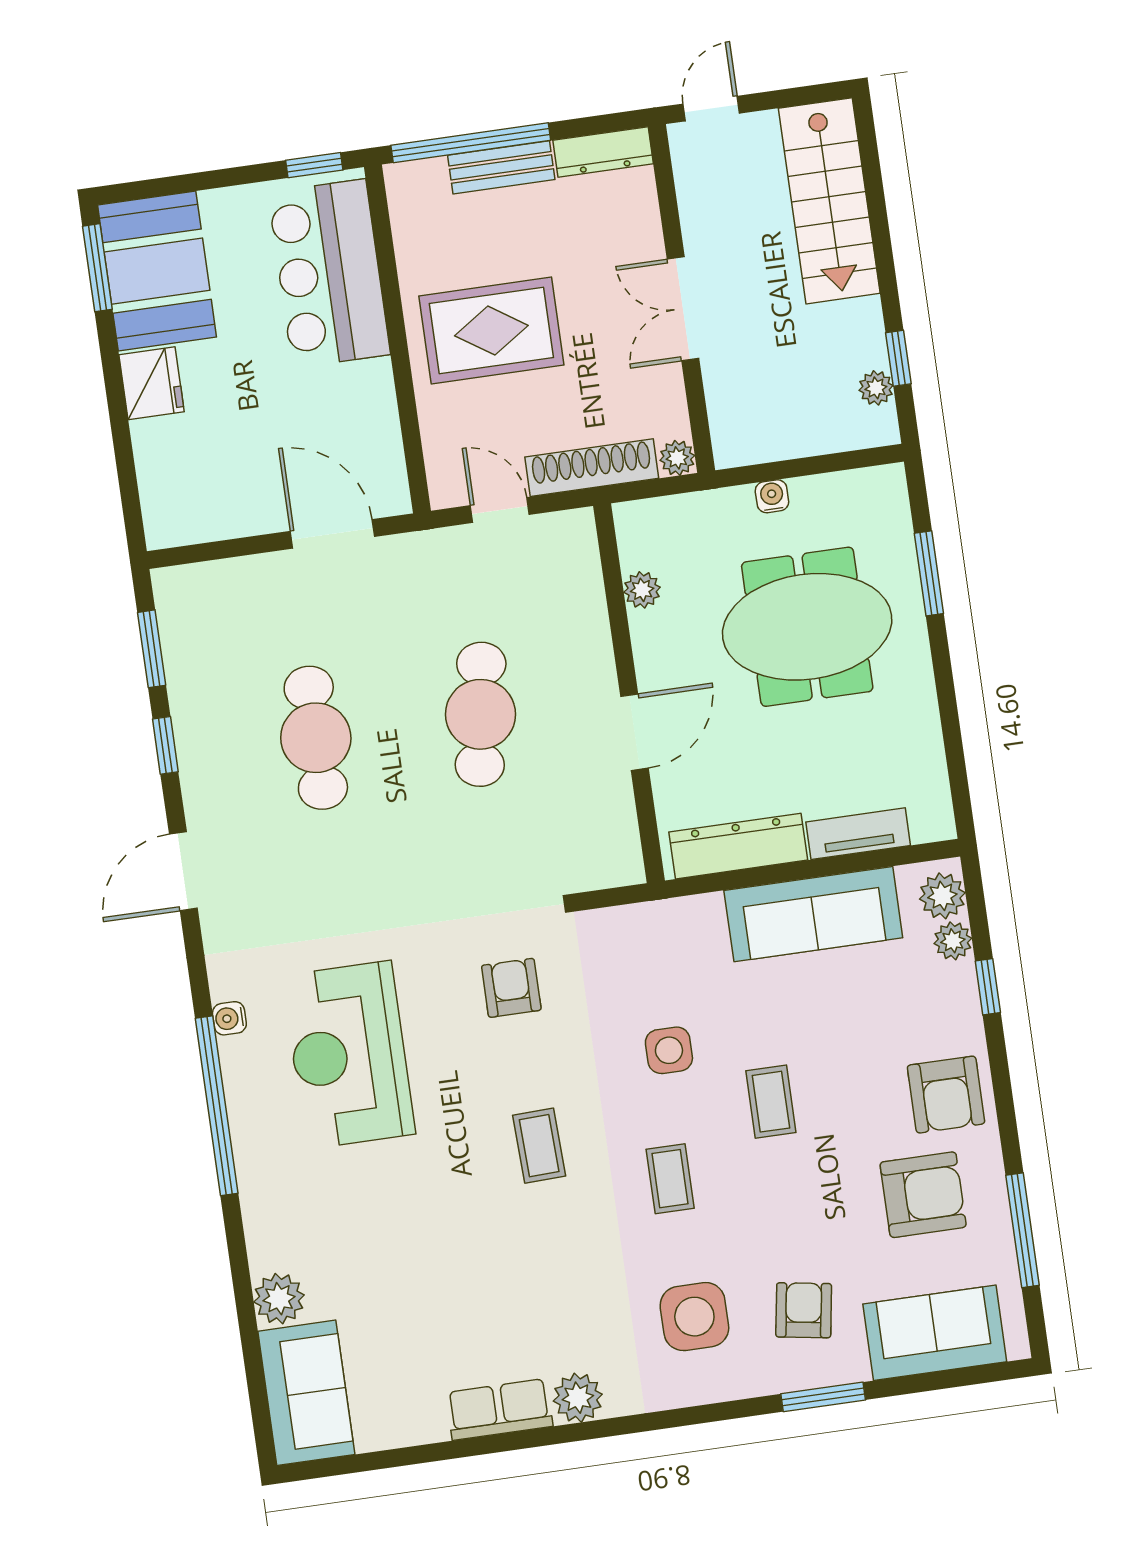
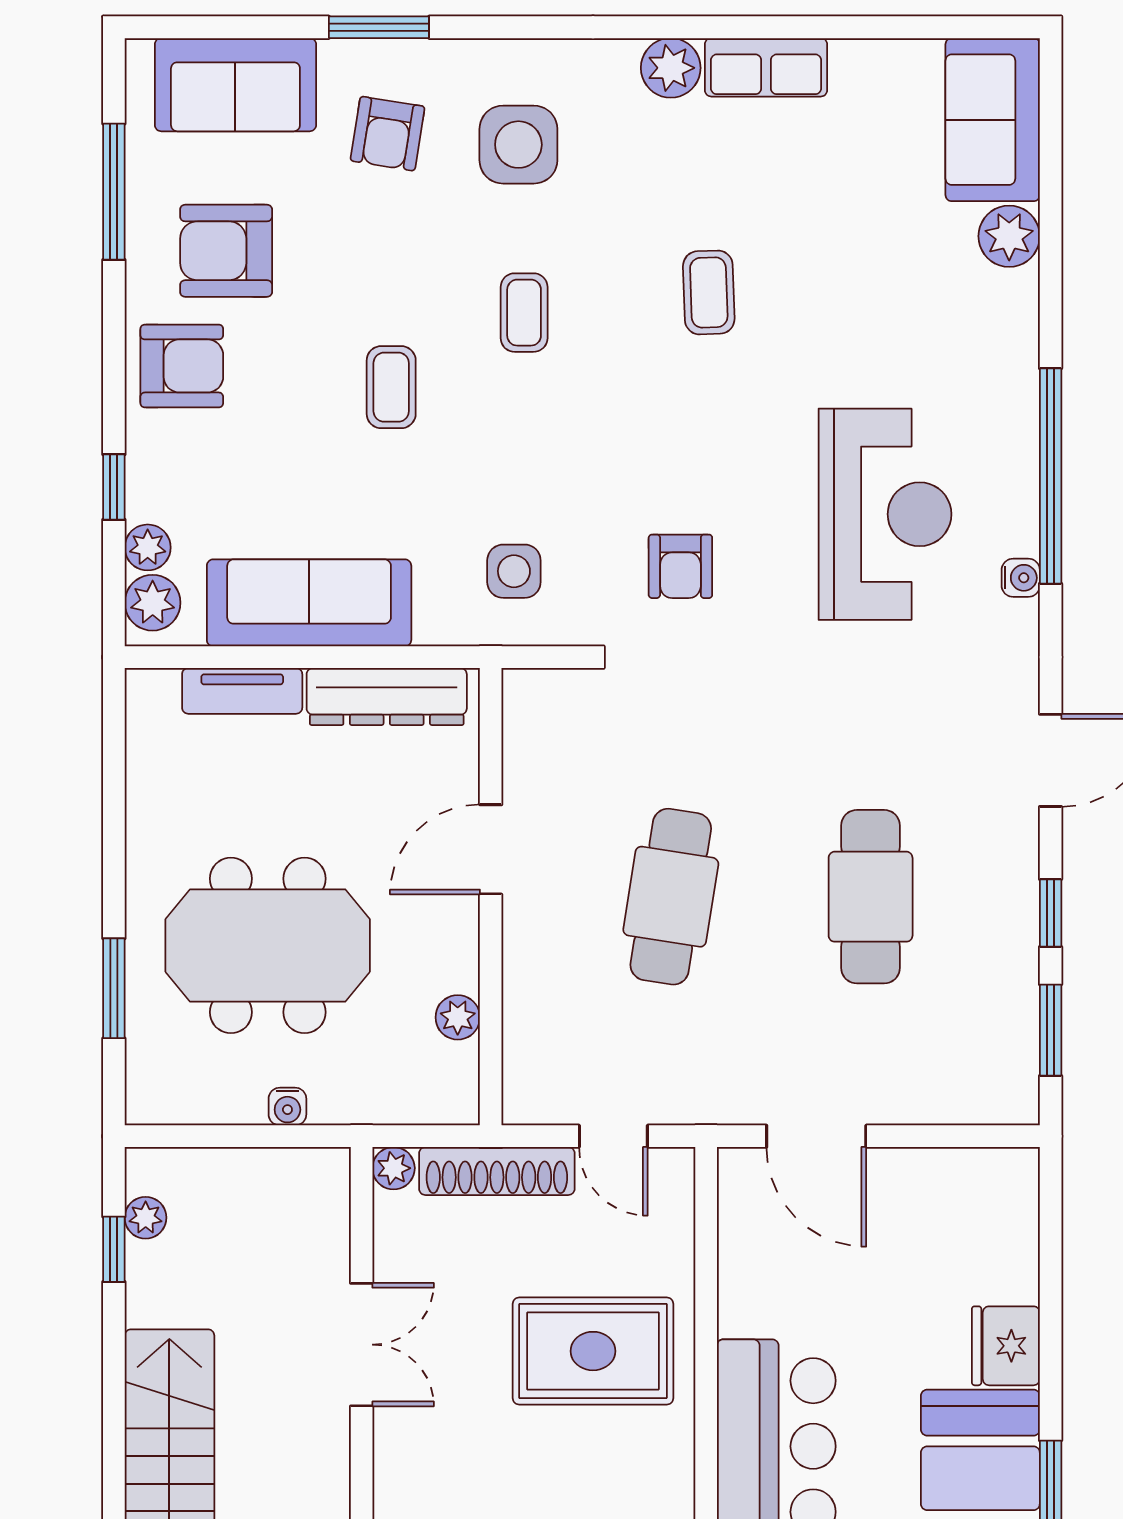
side table: (669, 1050) -> (514, 571), moved
armchair: (946, 1095) -> (182, 366), turned 90
coffee table: (539, 1146) -> (709, 292), moved

